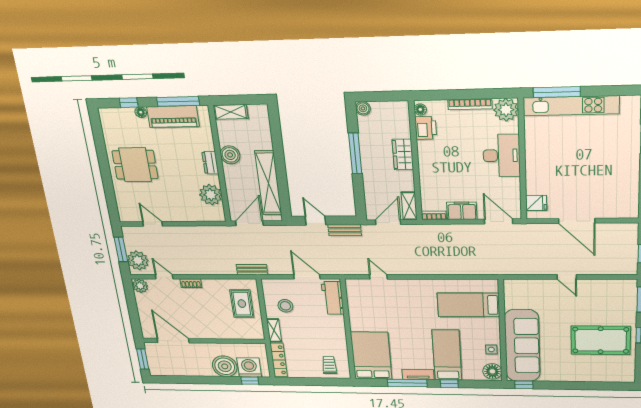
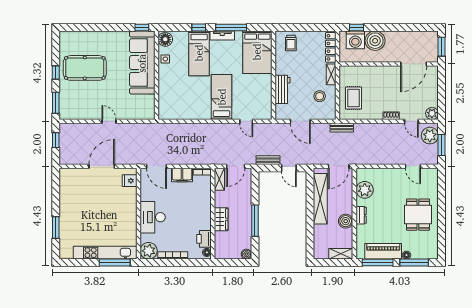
window: (129, 103) -> (414, 263), width x2.17
dining table: (135, 165) -> (418, 215), turned 90
door: (577, 221) -> (102, 166), hinge flipped
workbench: (333, 298) -> (282, 89), moved
bed: (468, 305) -> (222, 97), moved, turned -90
door: (173, 341) -> (414, 64), hinge flipped

